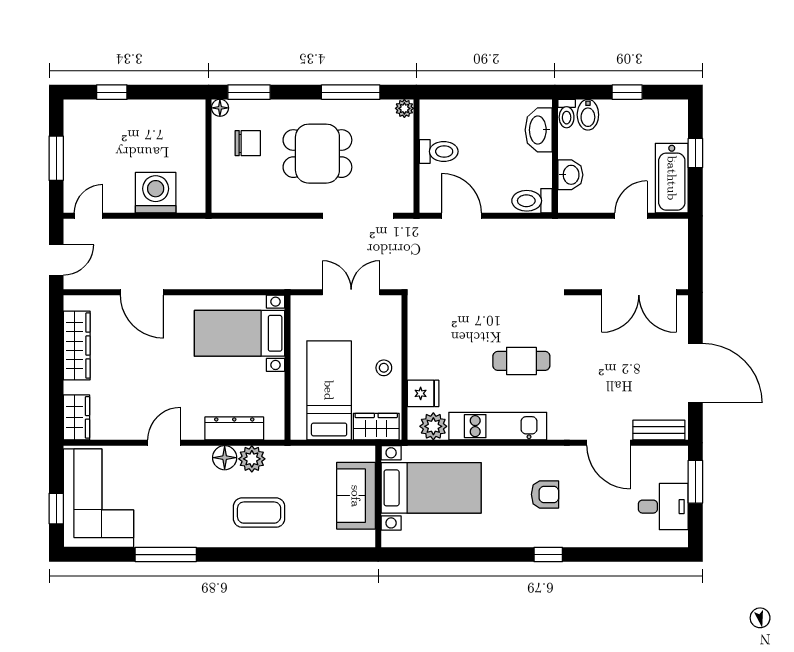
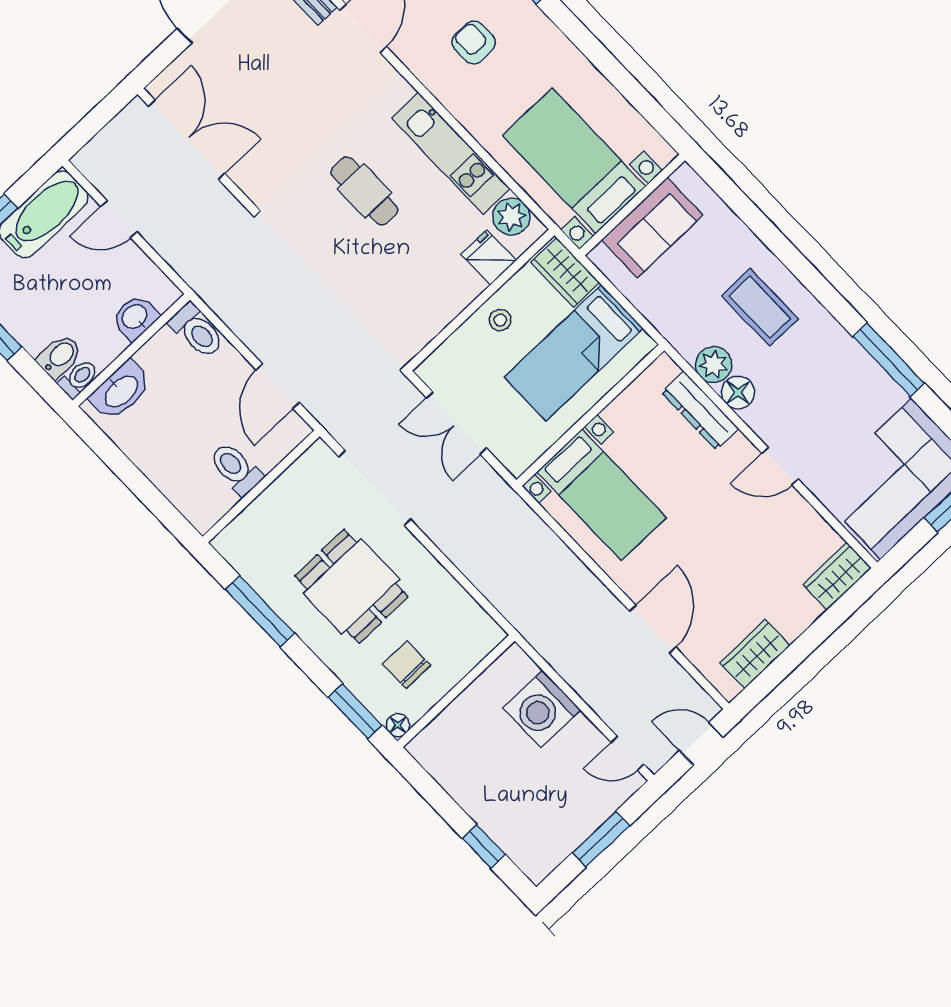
plant: (404, 108) -> (225, 543), removed
wardrobe: (77, 346) -> (755, 654), width x0.67

